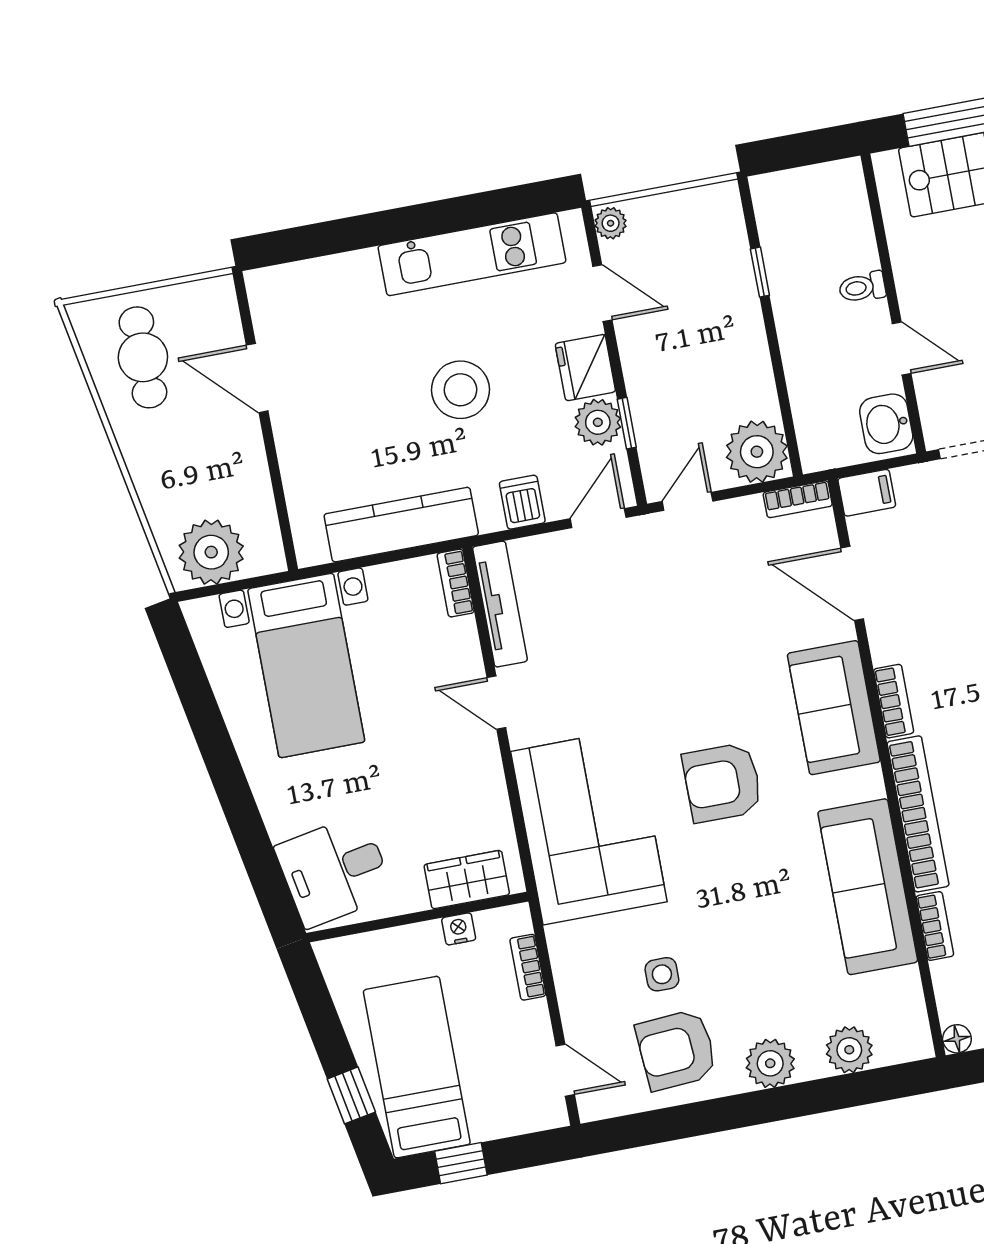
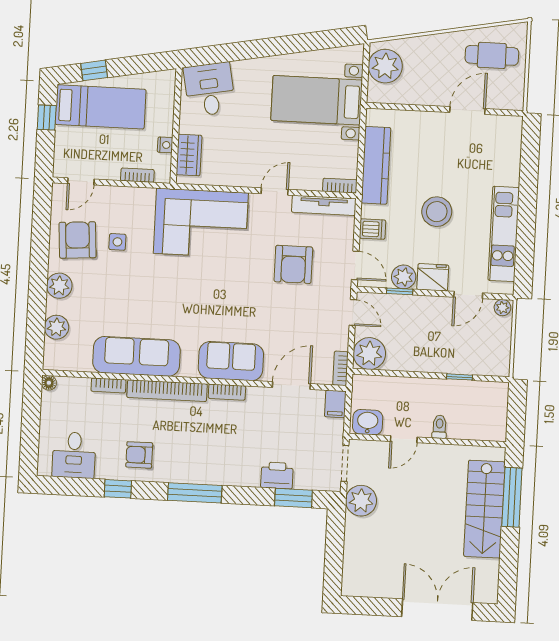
armchair: (722, 783) -> (293, 264), moved, turned 180

